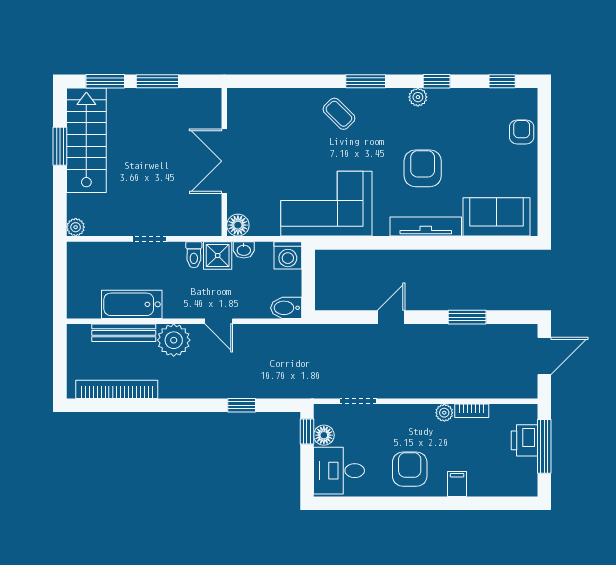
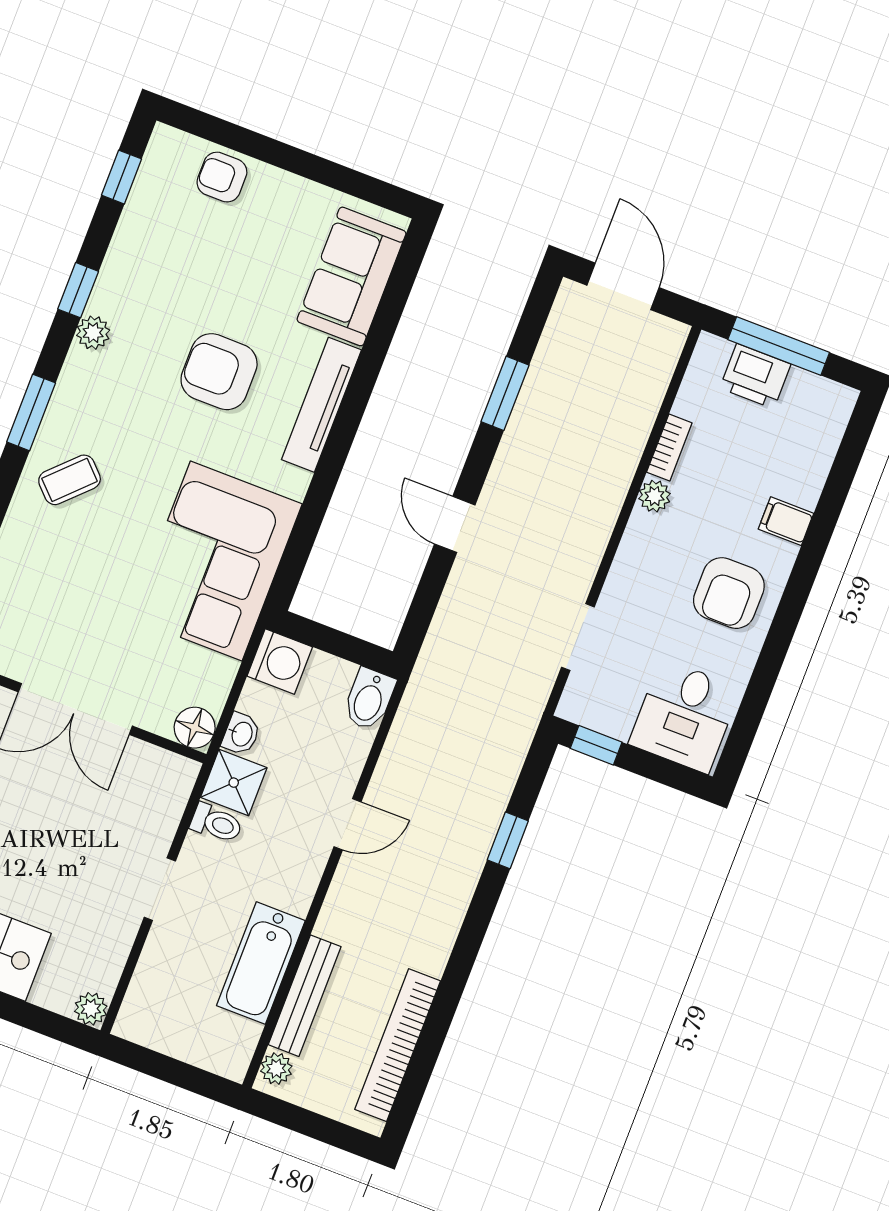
plant: (174, 340) -> (276, 1069), moved, width x0.53, depth x0.53
floor lamp: (324, 435) -> (614, 719), removed
armchair: (410, 469) -> (729, 593), turned -90

